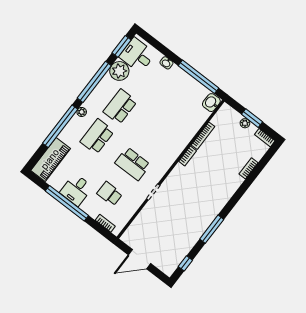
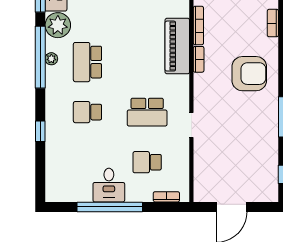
plant: (82, 112) -> (51, 59), moved
window: (60, 126) -> (40, 131), width x0.32
school desk: (97, 136) -> (87, 112), width x0.54
piano: (51, 160) -> (177, 46), moved, turned 180
armchair: (211, 188) -> (249, 74), added

